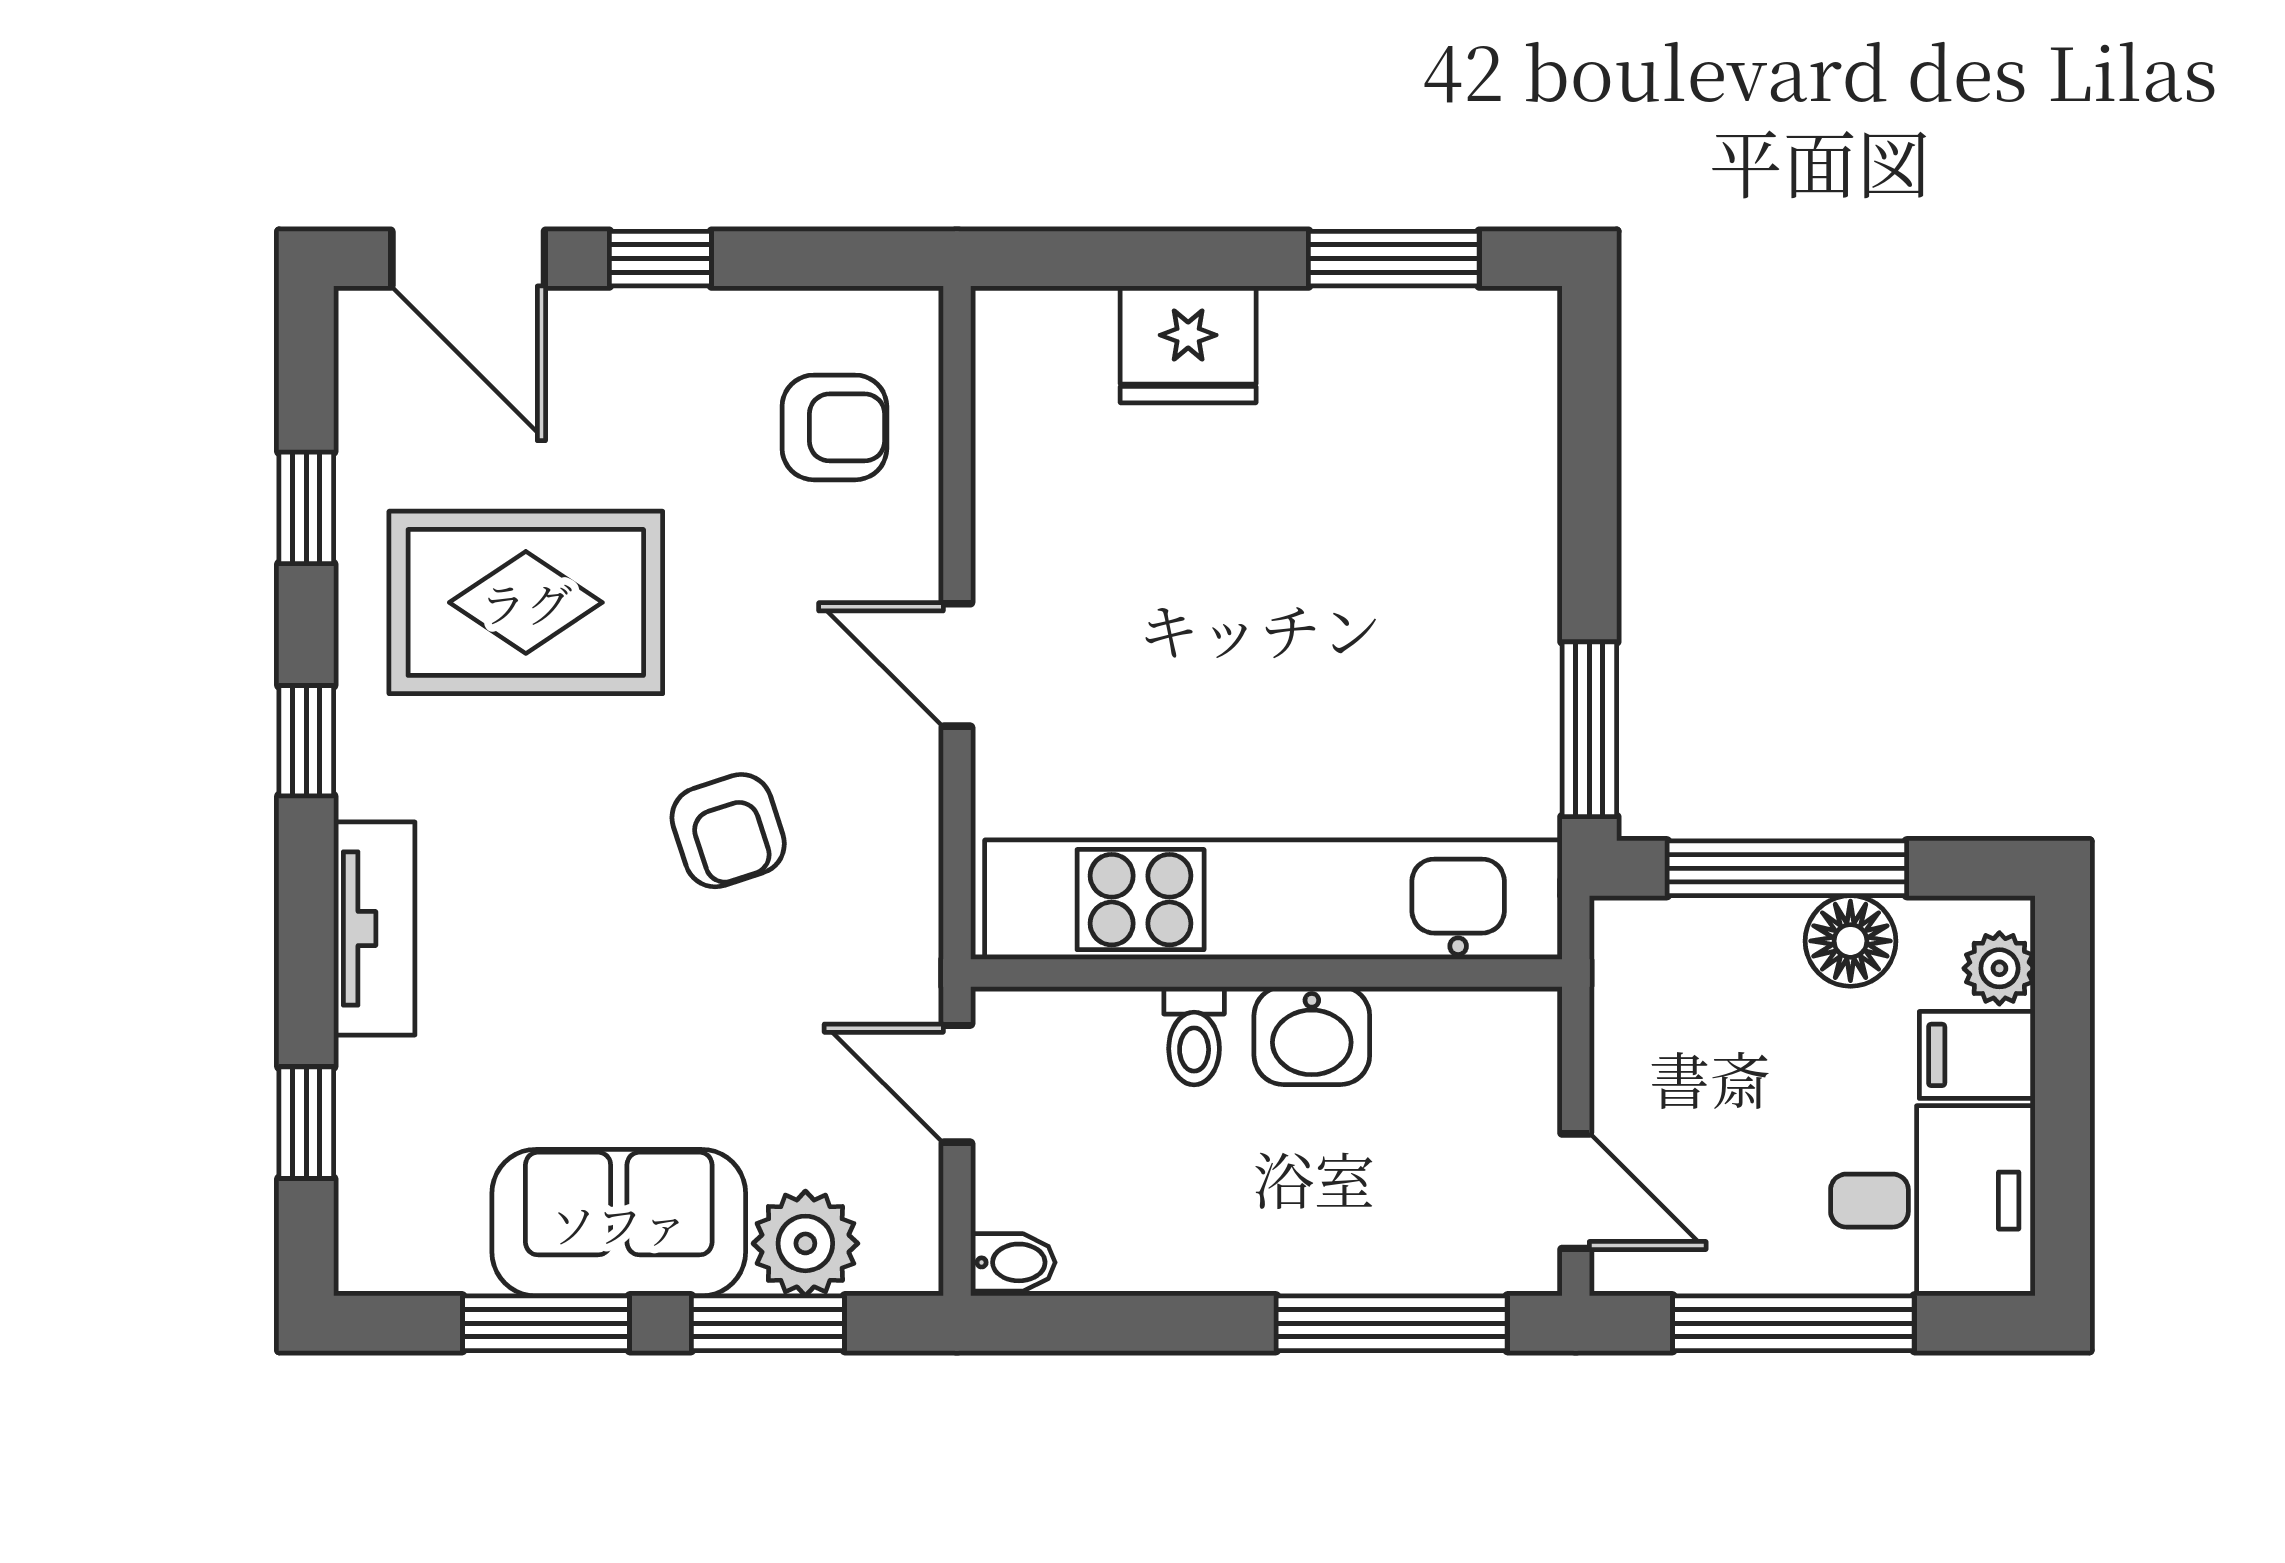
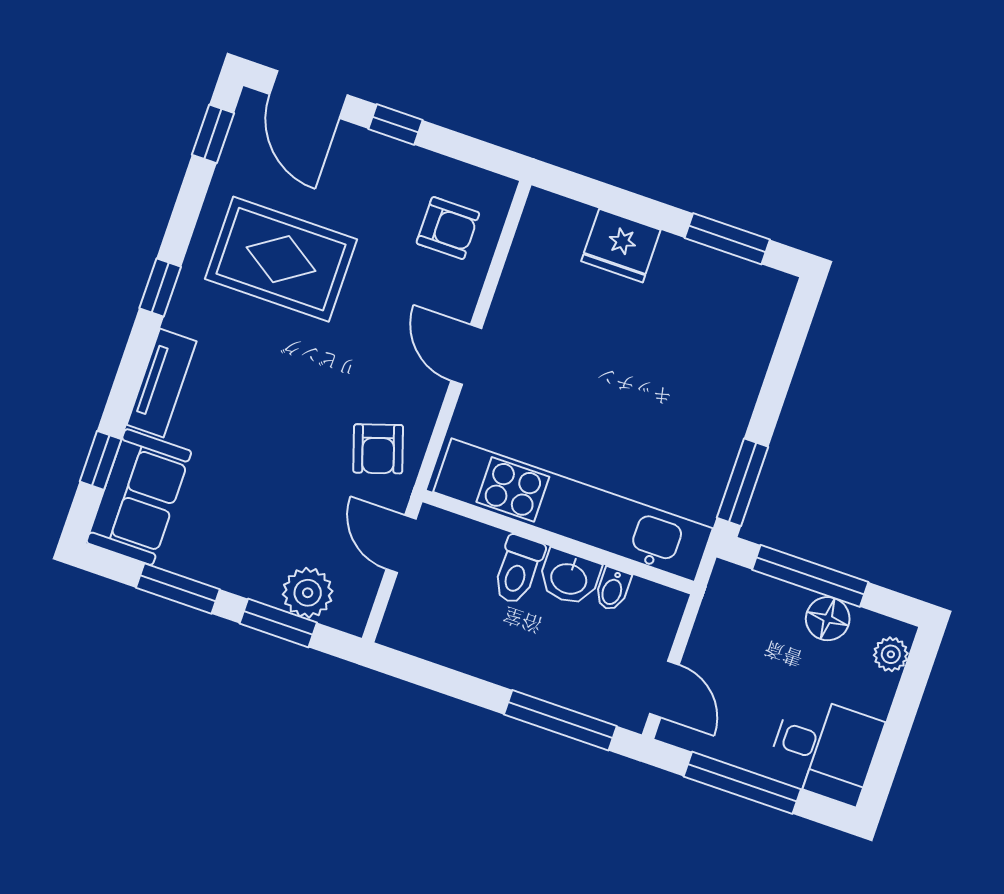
window: (306, 508) -> (213, 134), moved
armchair: (728, 831) -> (378, 449), moved
toilet: (1194, 1036) -> (518, 570), width x1.37, depth x1.39
filing cabinet: (1977, 1055) -> (867, 690), removed
sofa: (619, 1223) -> (139, 497), moved, turned 90
bidet: (1013, 1262) -> (613, 589), moved, turned 90

